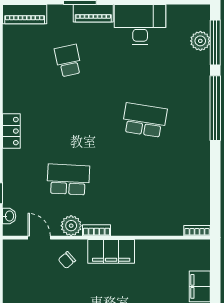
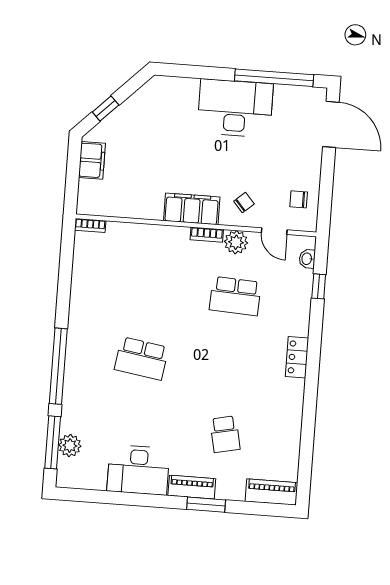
chair: (20, 266) -> (299, 199), added

